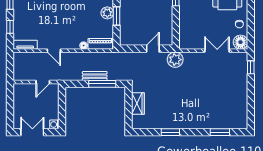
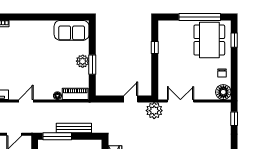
door: (54, 51) -> (26, 101), swing flipped
double door: (217, 51) -> (180, 101), moved
bench: (95, 76) -> (74, 128), width x1.36
window: (102, 84) -> (57, 136), moved

